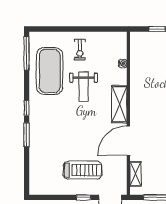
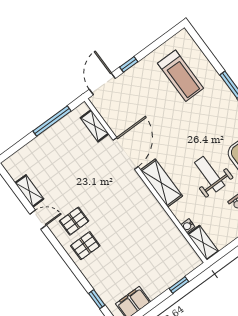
shelving: (121, 45) -> (203, 243), added
treadmill: (82, 170) -> (181, 76), moved, turned -90

